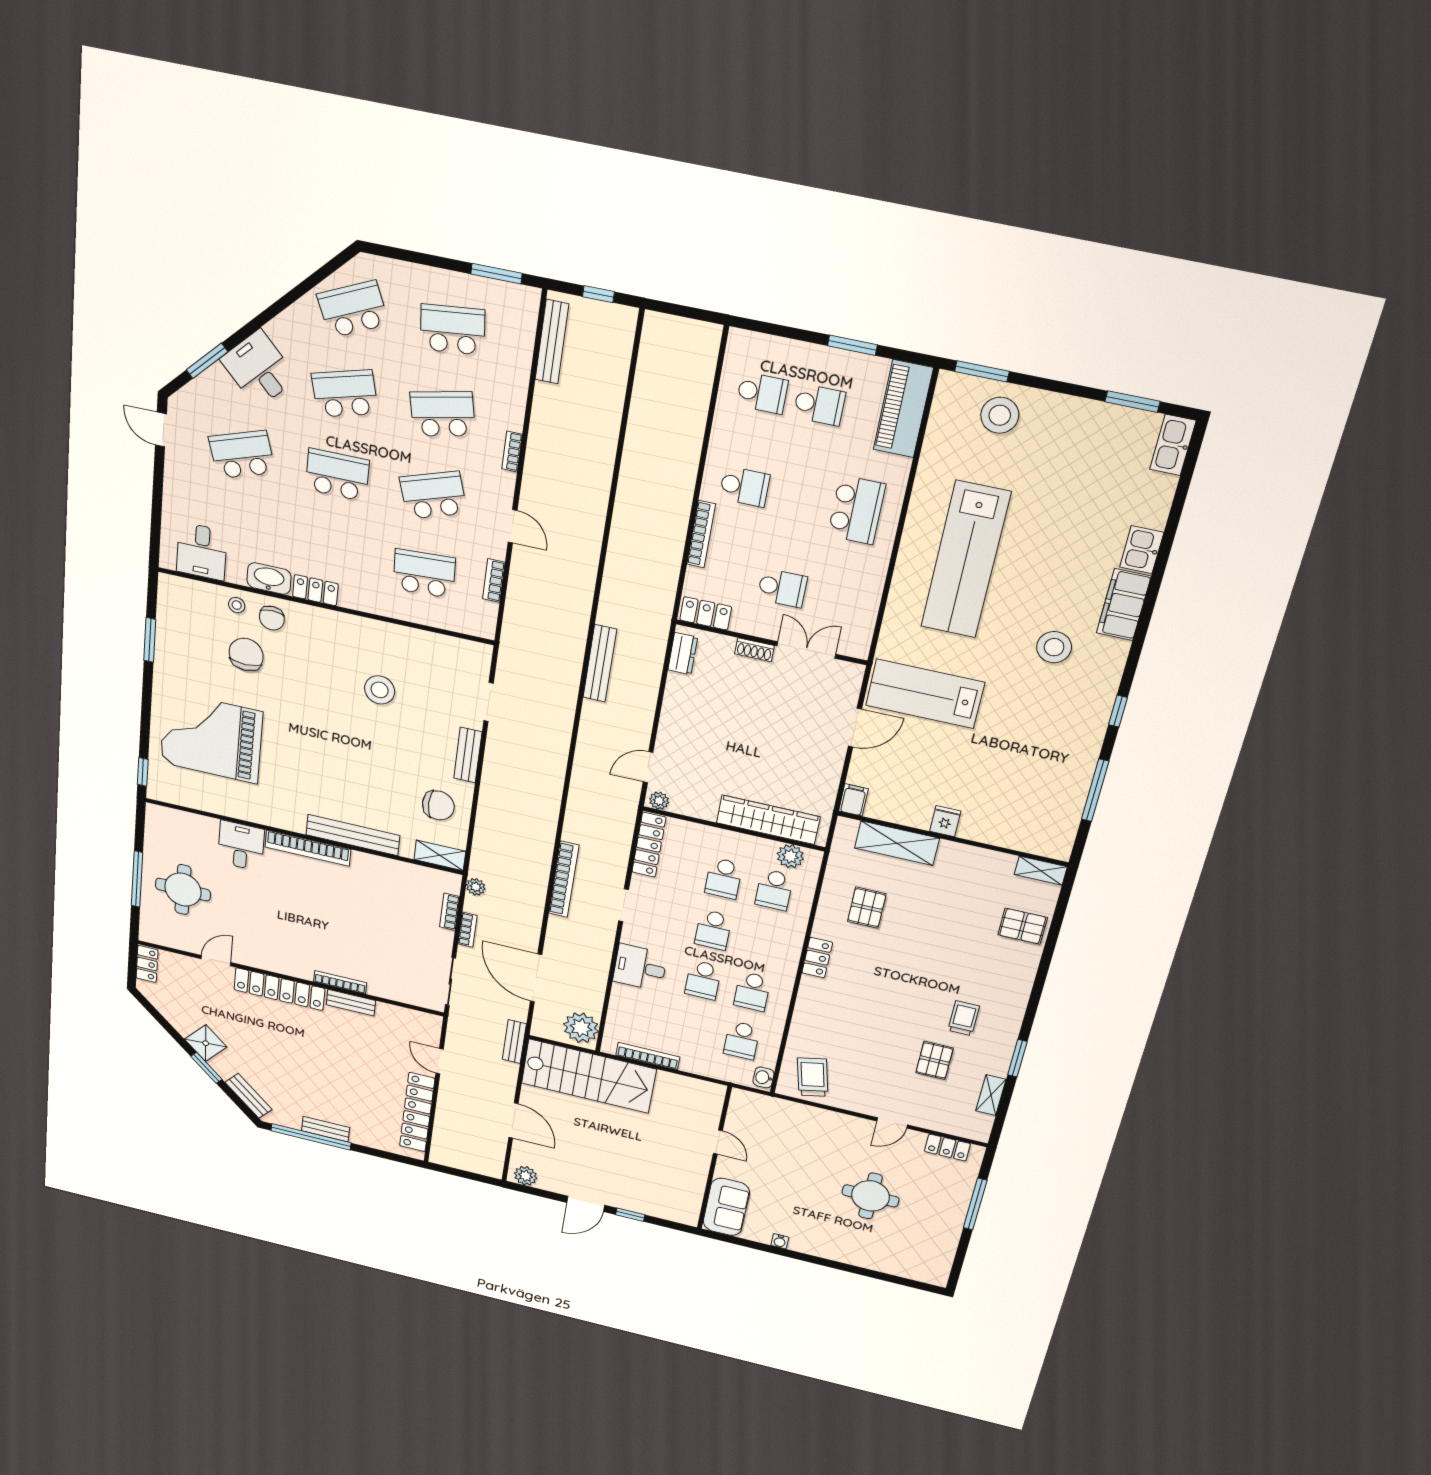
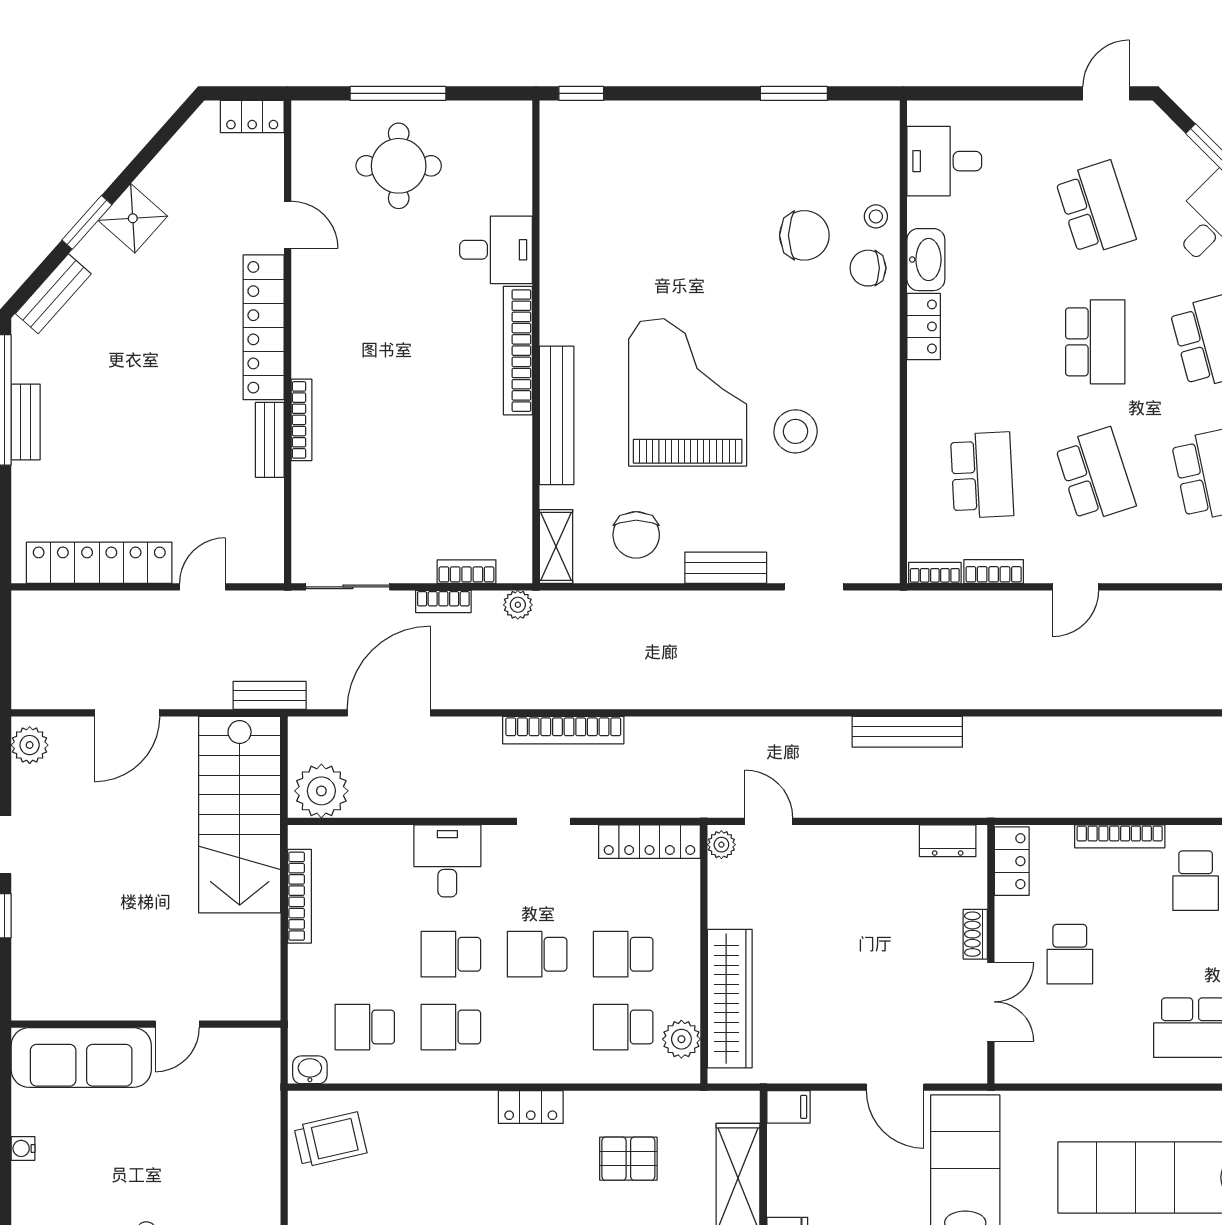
bookcase: (512, 452) -> (935, 573), moved
grand piano: (211, 737) -> (688, 392), moved
sofa: (726, 1207) -> (81, 1058), width x1.36

